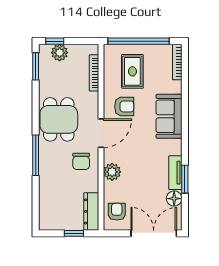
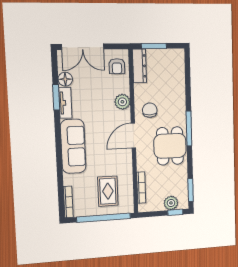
armchair: (124, 106) -> (114, 160), removed
sofa: (169, 116) -> (73, 146), width x1.36
window: (36, 155) -> (189, 128), moved
window: (74, 233) -> (154, 46), width x1.50

